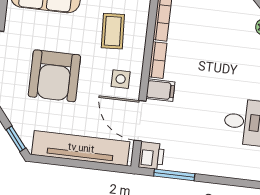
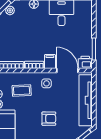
armchair: (54, 76) -> (49, 119), width x0.53, depth x0.53
door: (140, 121) -> (67, 71), swing flipped

